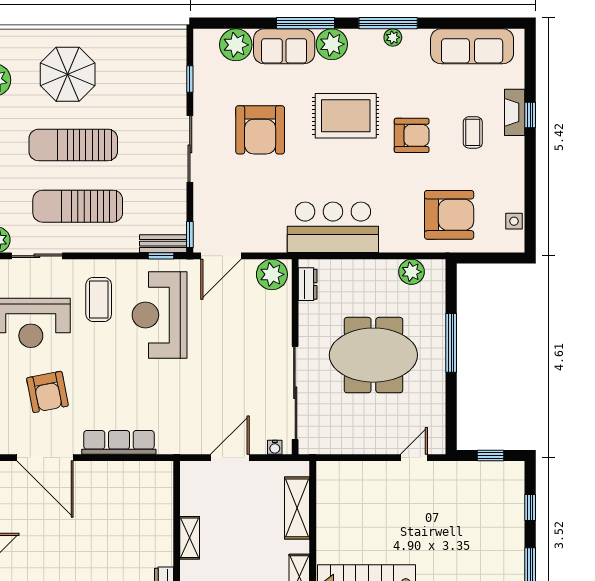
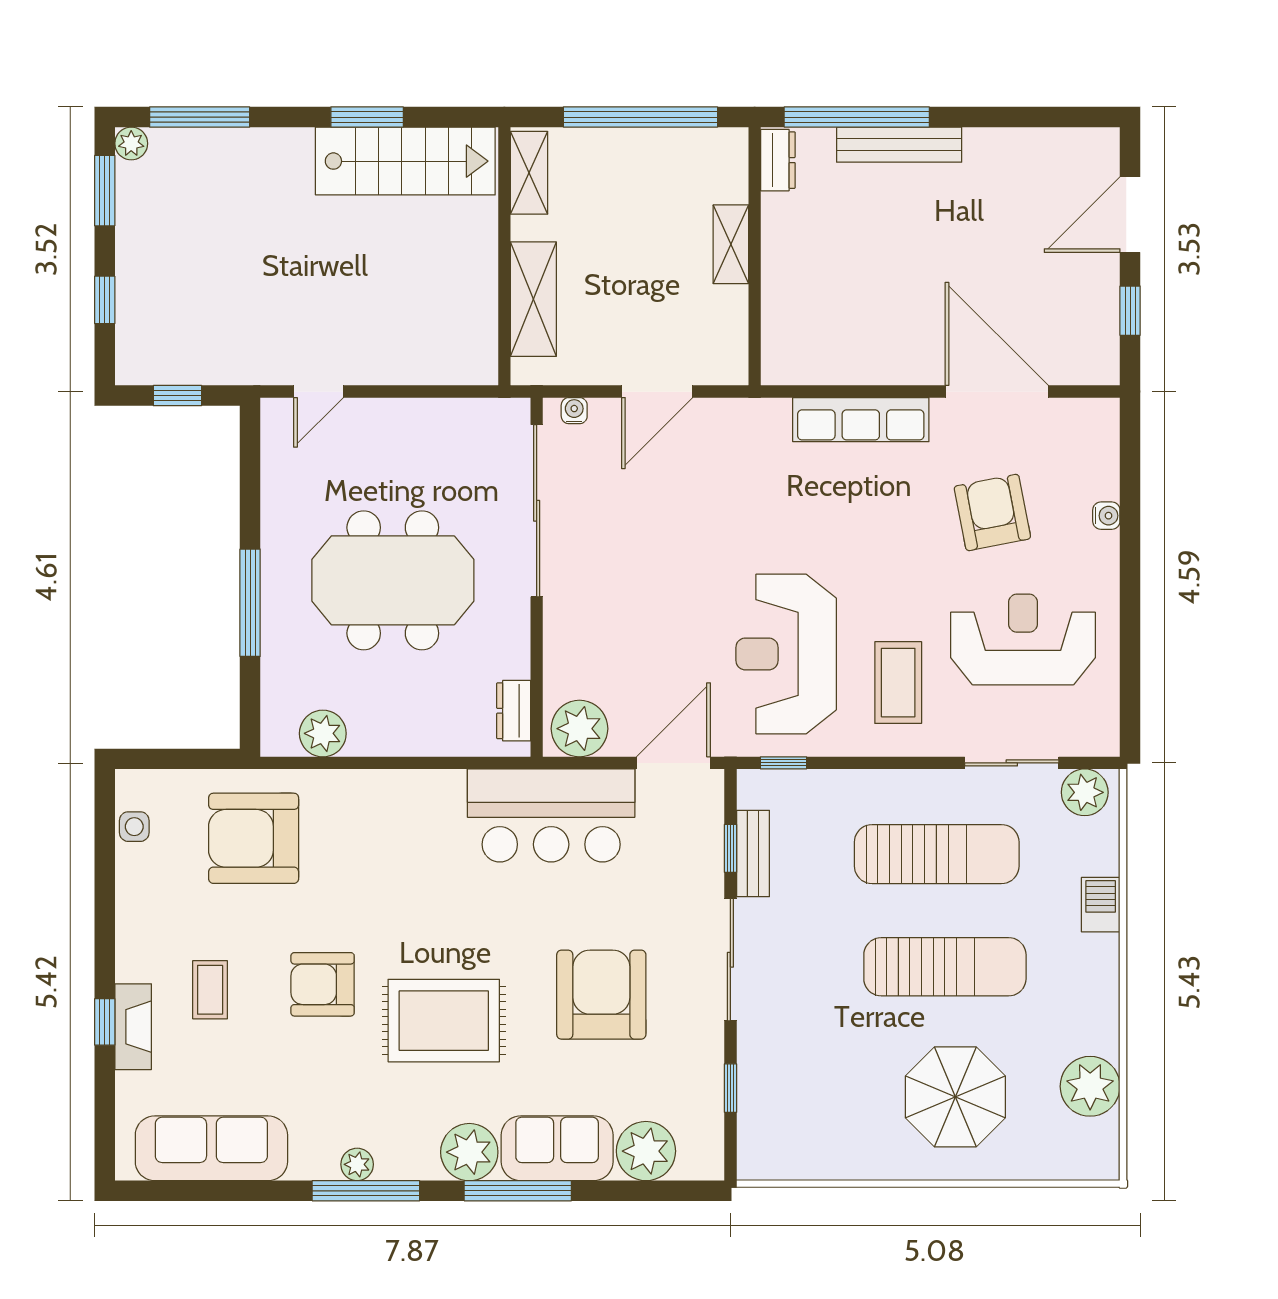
bar counter: (333, 227) -> (551, 815), moved
window: (190, 235) -> (730, 848), moved
bench: (163, 244) -> (753, 853), moved, turned 90
reception desk: (160, 315) -> (786, 654), turned 180

